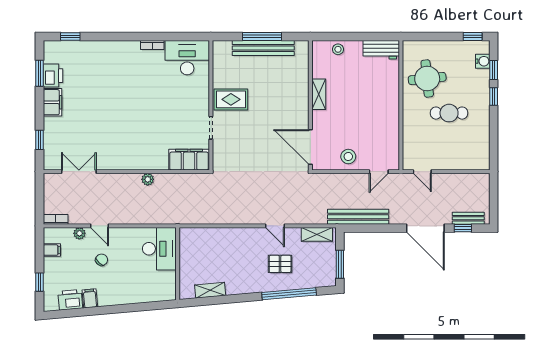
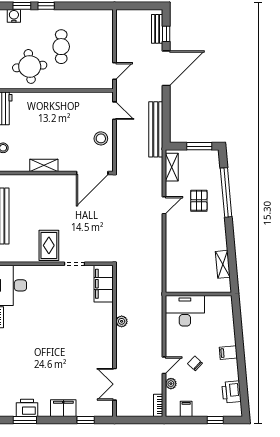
filing cabinet: (53, 102) -> (63, 408), moved
filing cabinet: (90, 298) -> (228, 353), moved

